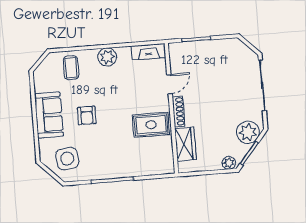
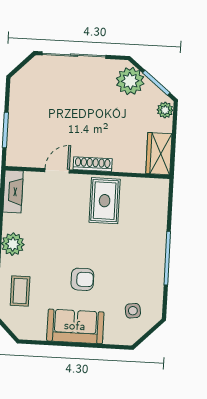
coffee table: (71, 68) -> (20, 291), turned 90
door: (170, 84) -> (57, 171), hinge flipped
wardrobe: (185, 144) -> (159, 154), moved, turned -90
side table: (67, 159) -> (133, 311), width x0.54, depth x0.54

